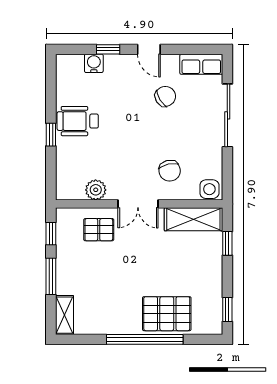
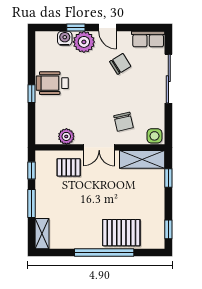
plant: (118, 68) -> (84, 42), added

